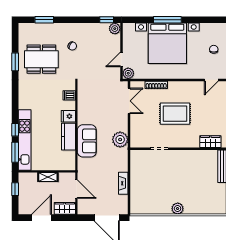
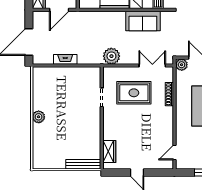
door: (211, 80) -> (174, 152), hinge flipped
double door: (129, 101) -> (152, 66), swing flipped
rug: (175, 114) -> (134, 93), moved, turned 90
sofa: (87, 141) -> (143, 21), moved

